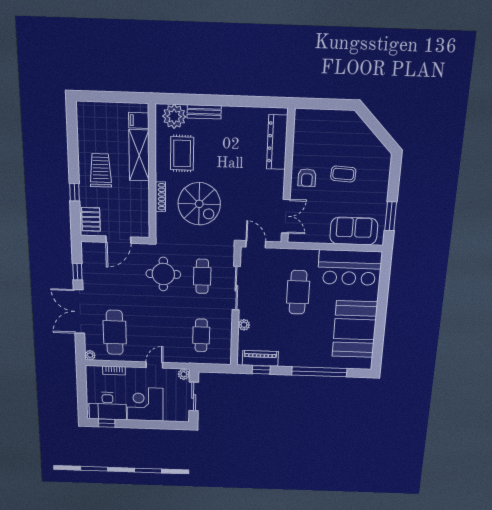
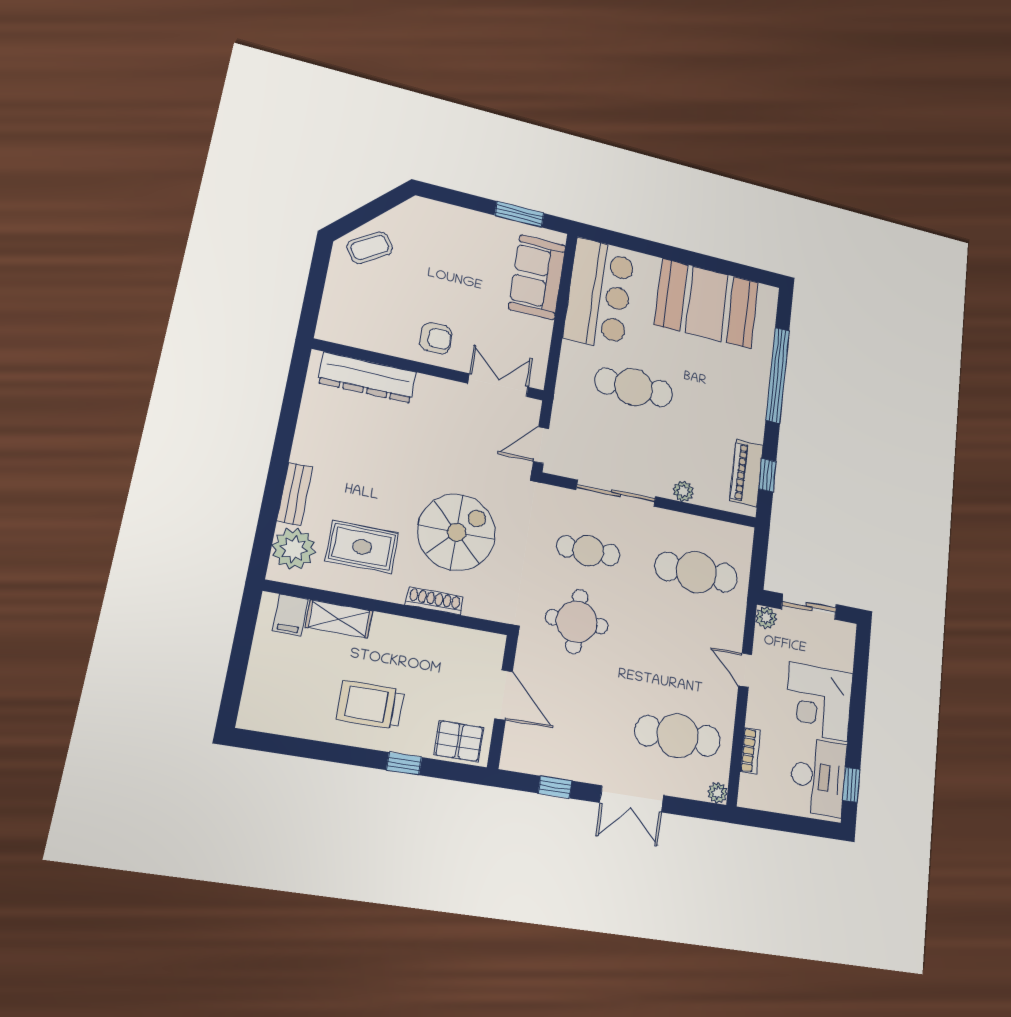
shelving: (139, 155) -> (339, 619), width x0.67, depth x0.75
coffee table: (343, 174) -> (370, 248), moved, turned 54
double door: (79, 312) -> (632, 799), width x0.73
cafe table: (201, 335) -> (696, 572), width x1.37, depth x1.35

